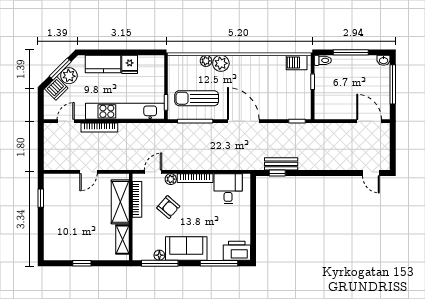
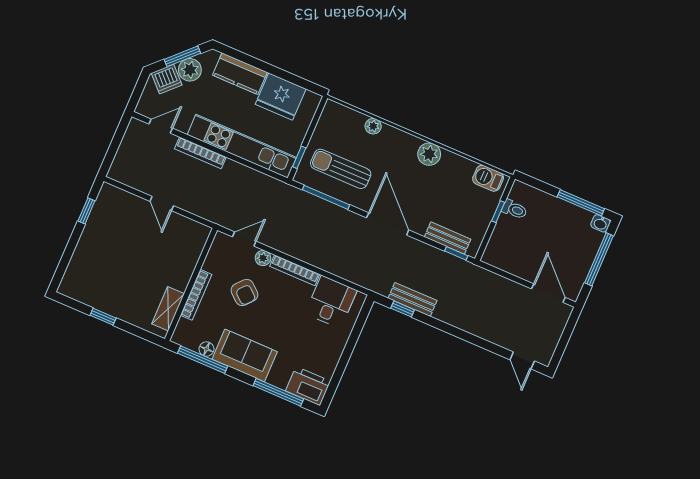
window: (351, 52) -> (581, 203), moved
toilet: (323, 60) -> (514, 209), moved
plant: (221, 63) -> (429, 154), moved
fridge: (130, 64) -> (281, 97), width x1.88, depth x1.34
bench: (287, 113) -> (448, 238), added
door: (88, 172) -> (162, 204), hinge flipped
bookcase: (137, 199) -> (196, 295), moved
shelving: (120, 202) -> (186, 259), removed

